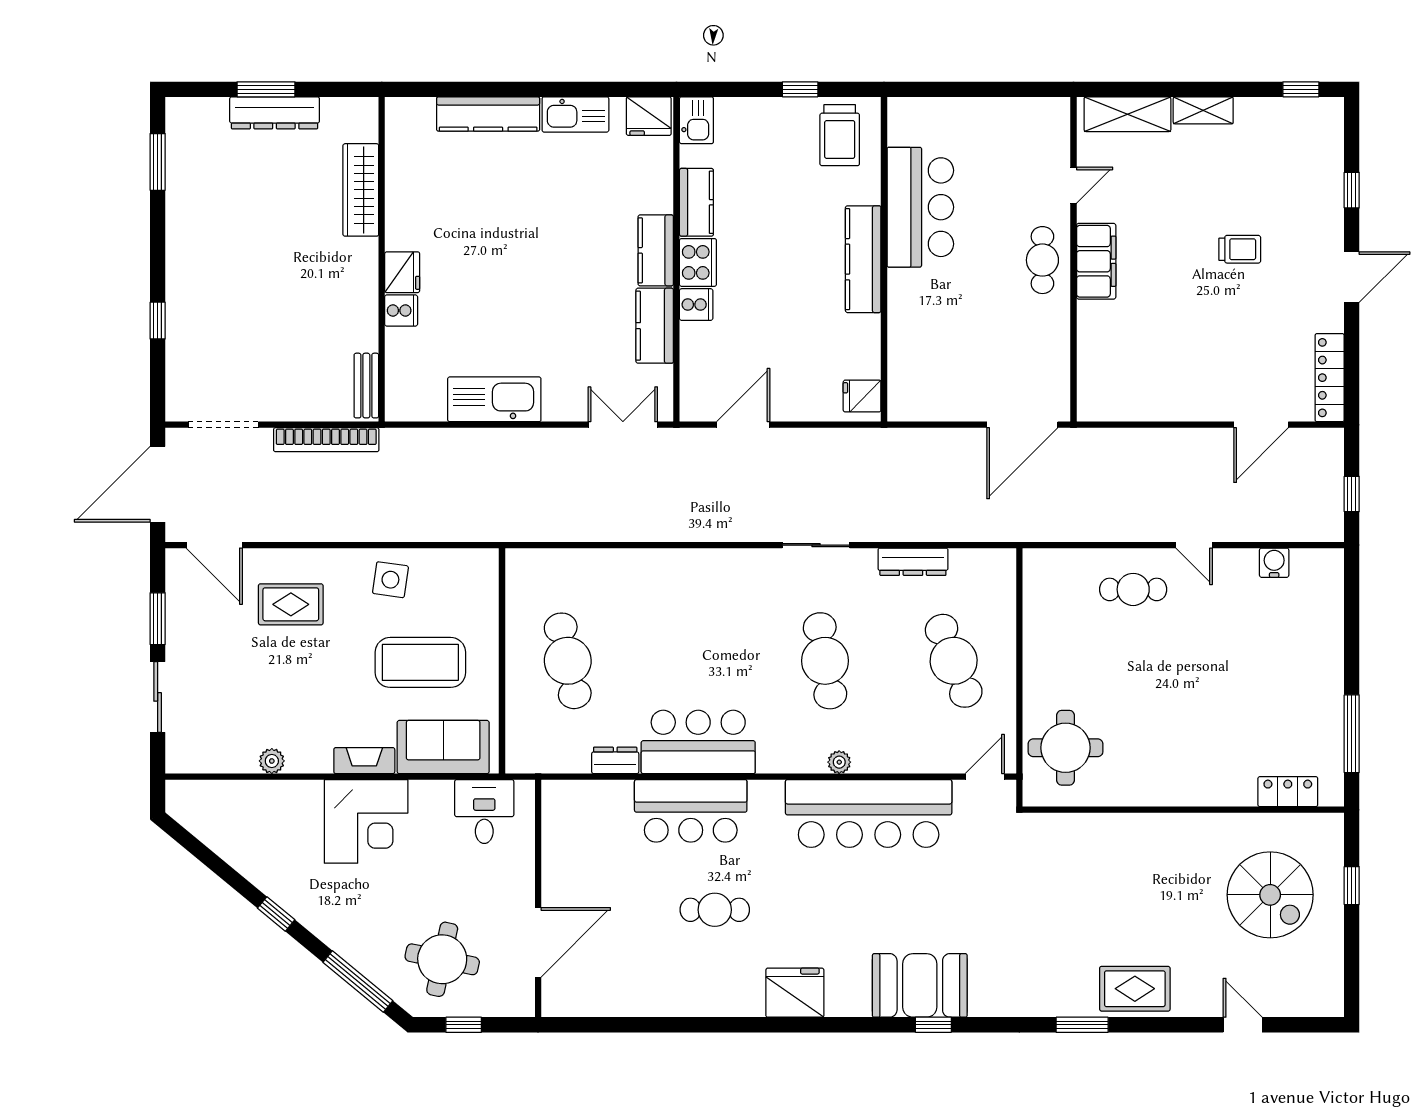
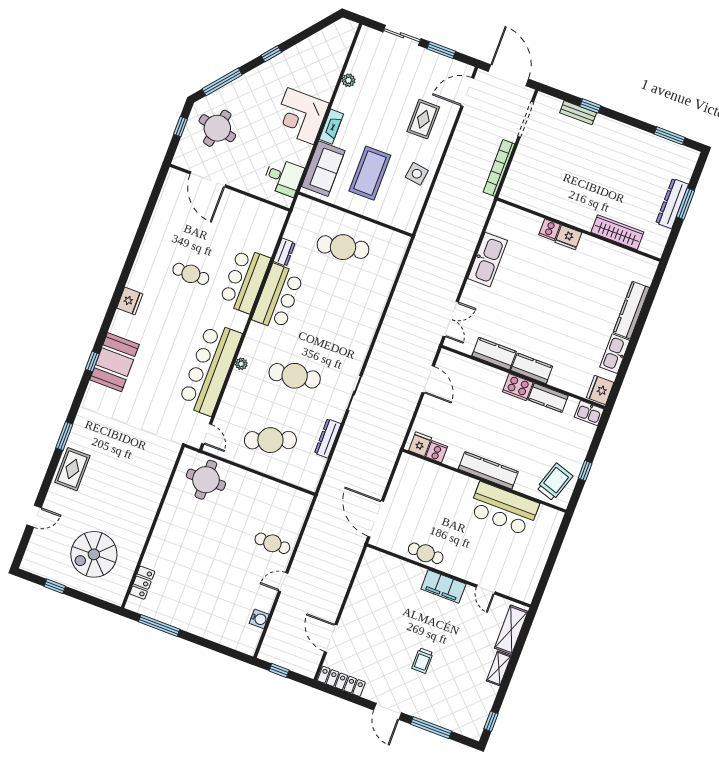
trolley: (840, 135) -> (555, 482), turned 108
window: (1352, 190) -> (431, 728), width x2.17
cafe table: (1042, 260) -> (426, 553), moved
cooker: (696, 305) -> (437, 452), moved, turned 180
bench: (366, 386) -> (578, 113), moved
cafe table: (1133, 589) -> (272, 543), turned 90
window: (1352, 886) -> (55, 586), moved
cafe table: (715, 910) -> (191, 274), turned 90
fridge: (795, 993) -> (130, 301), width x0.73, depth x0.75

